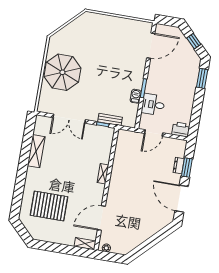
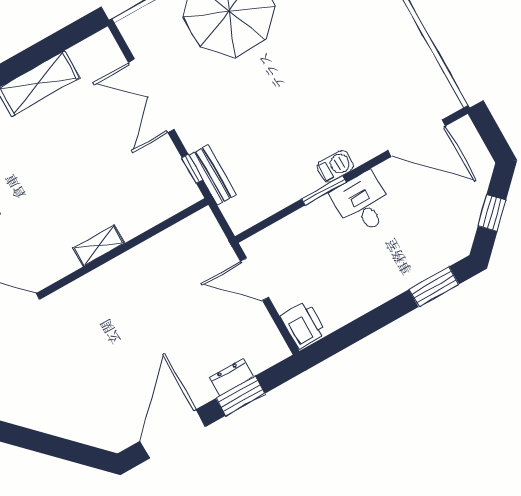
barbecue: (136, 96) -> (335, 166), moved
desk: (153, 105) -> (362, 203), moved

